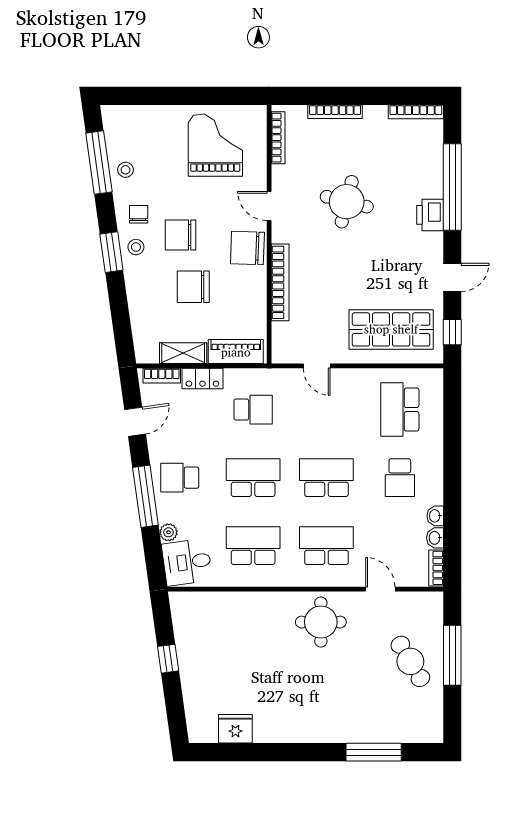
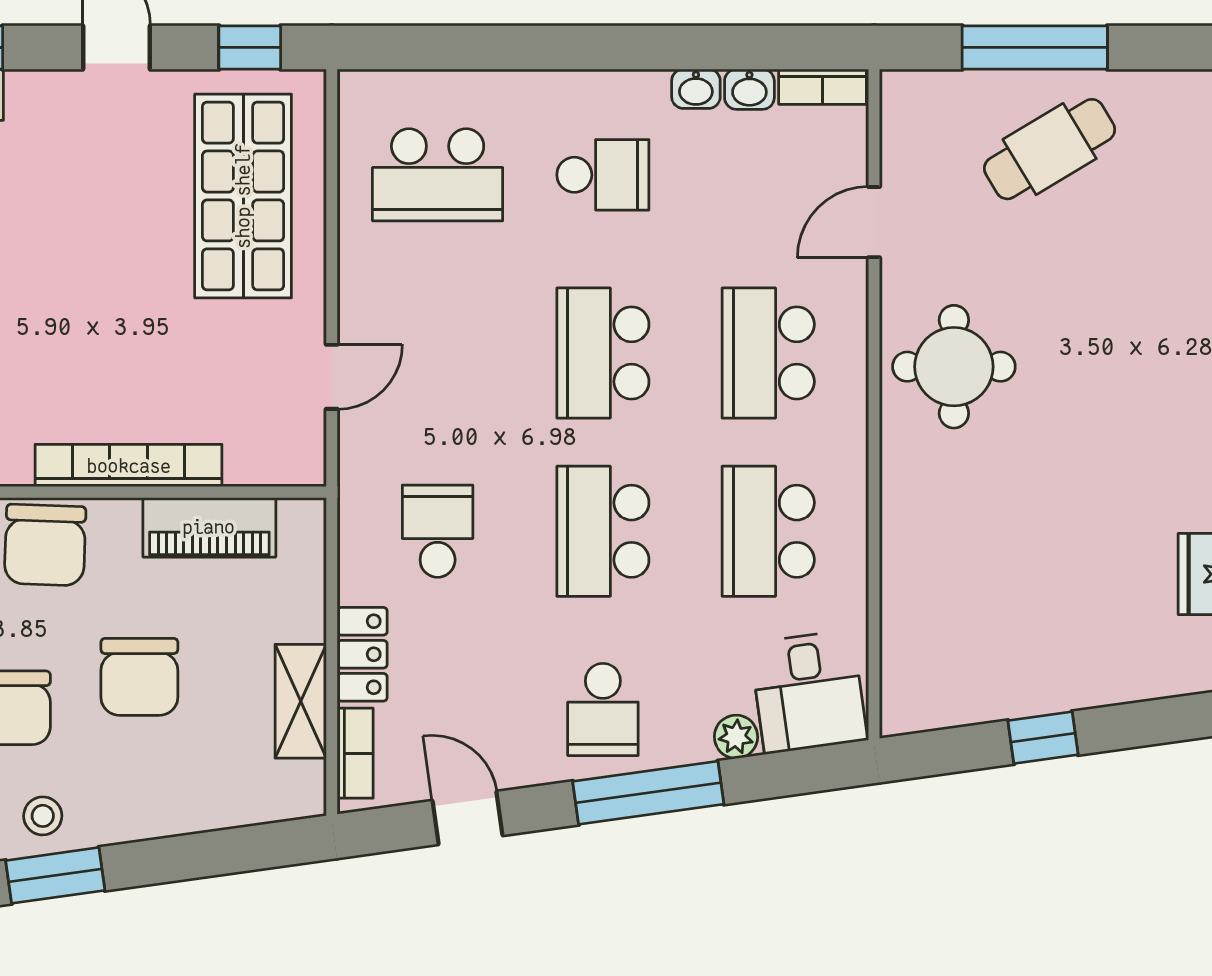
piano: (236, 352) -> (209, 527), moved, turned -90

